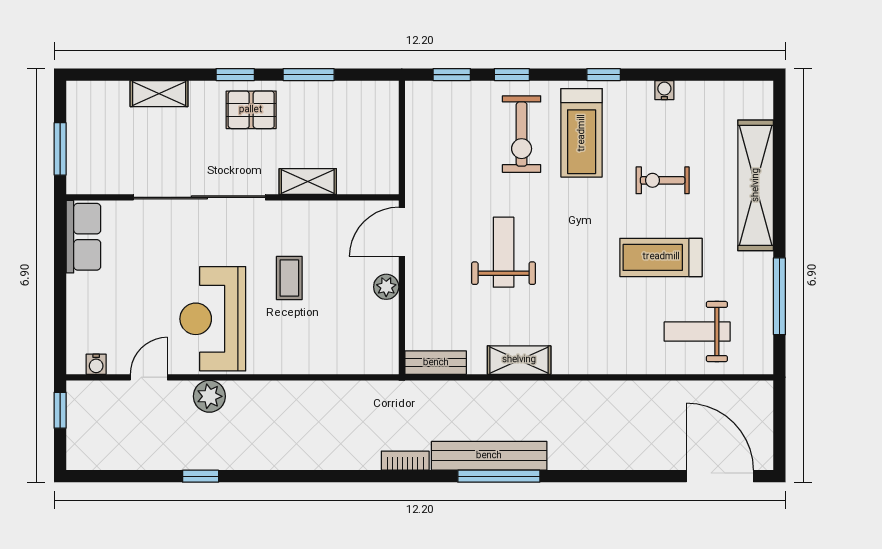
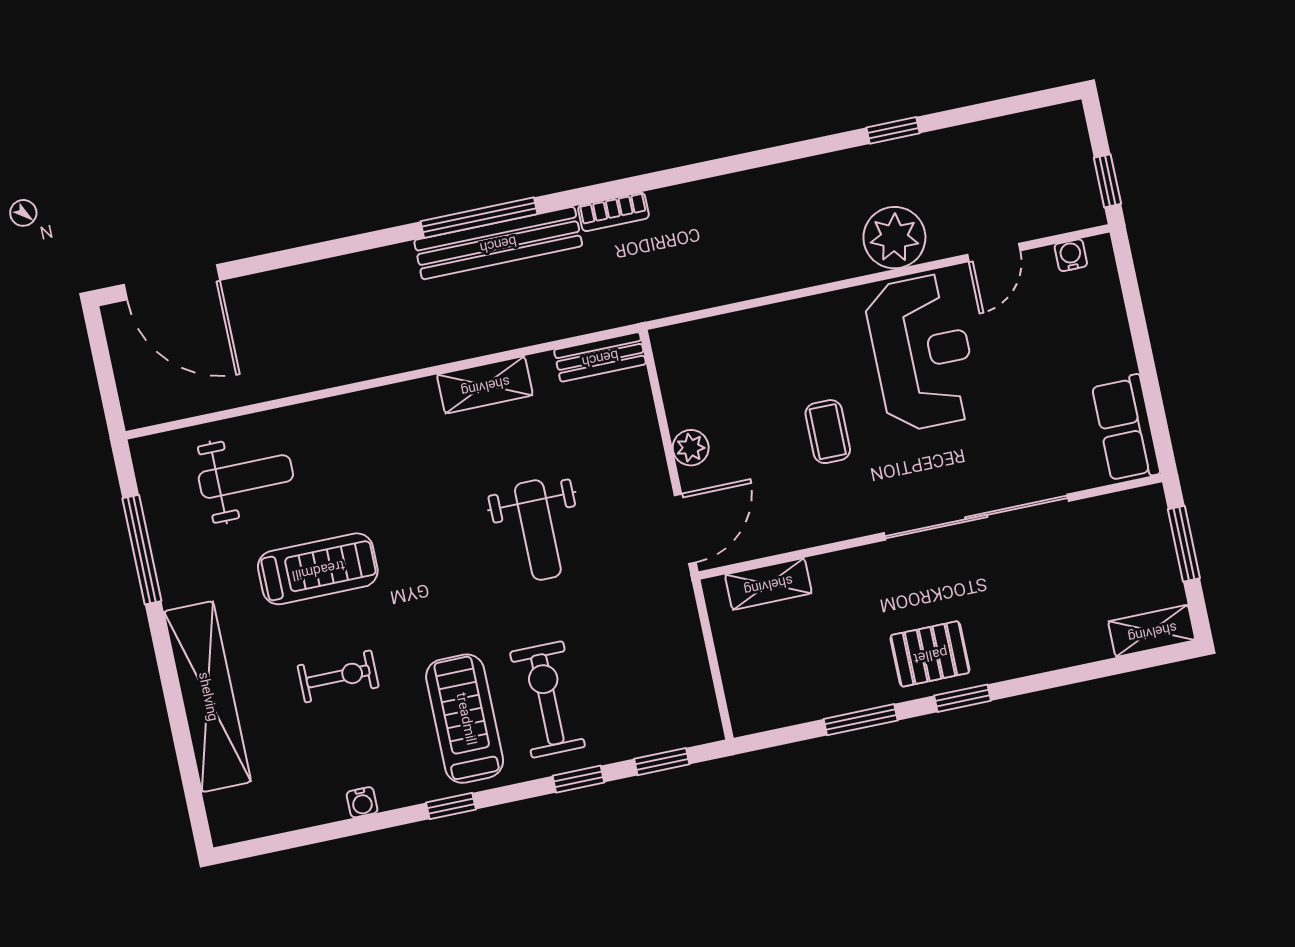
shelving: (159, 94) -> (1152, 631), moved
shelving: (308, 182) -> (768, 584), moved
plant: (209, 396) -> (894, 238), width x1.36, depth x1.36

